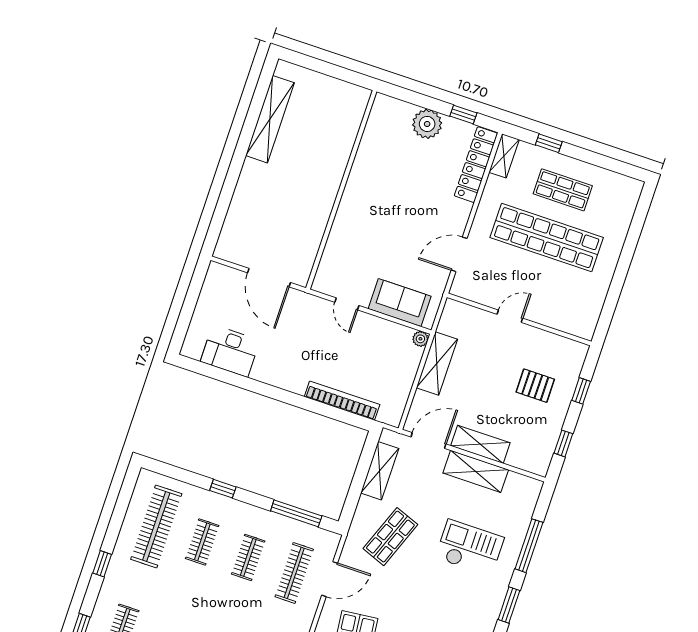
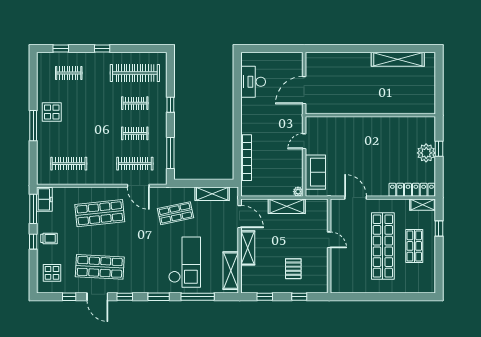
window: (463, 115) -> (439, 149), moved
shelving: (476, 471) -> (231, 271), moved
shop shelf: (390, 537) -> (175, 213), turned -33
checkout: (470, 548) -> (185, 262), width x1.36, depth x1.21

